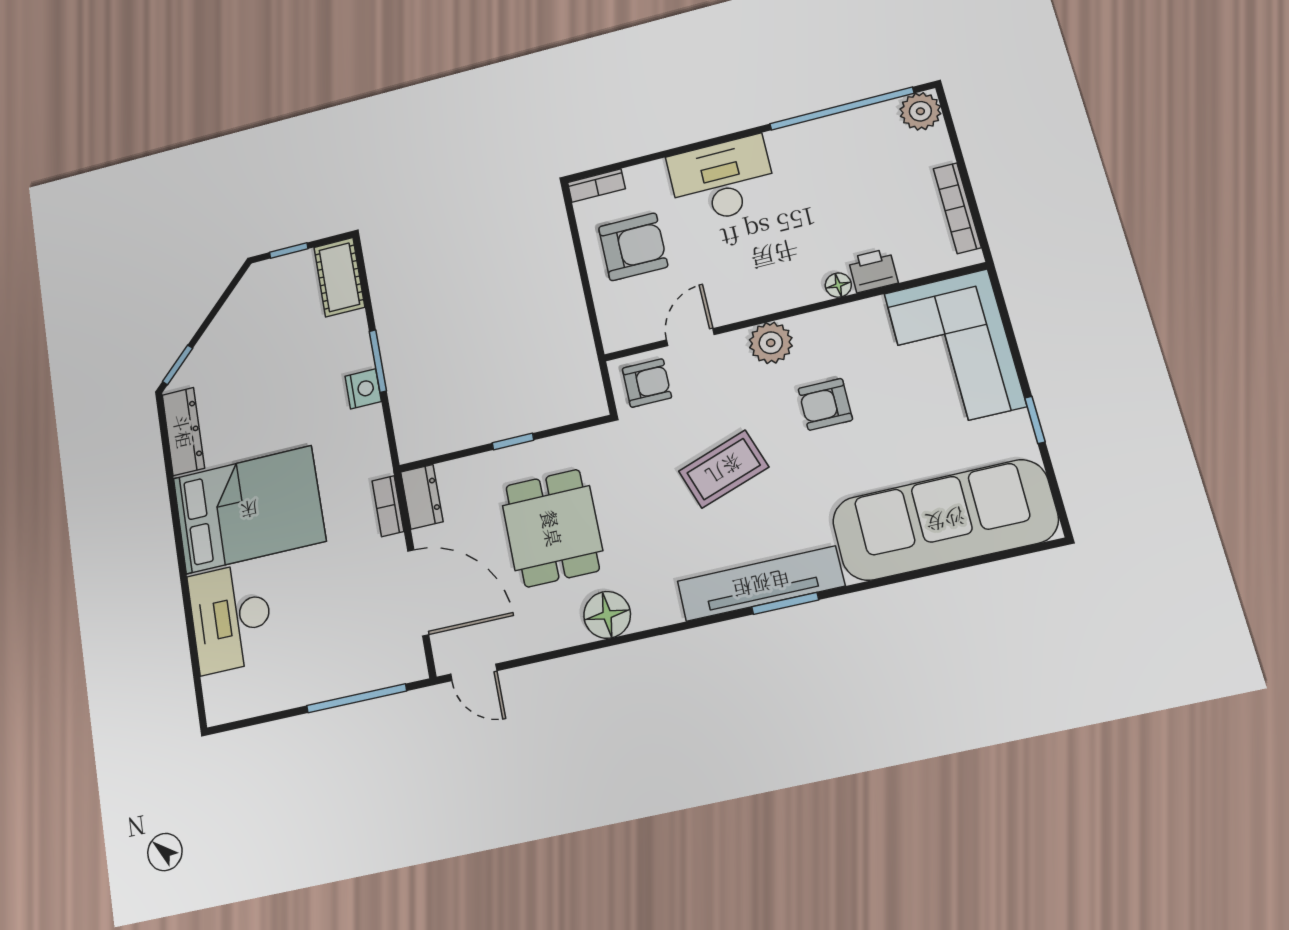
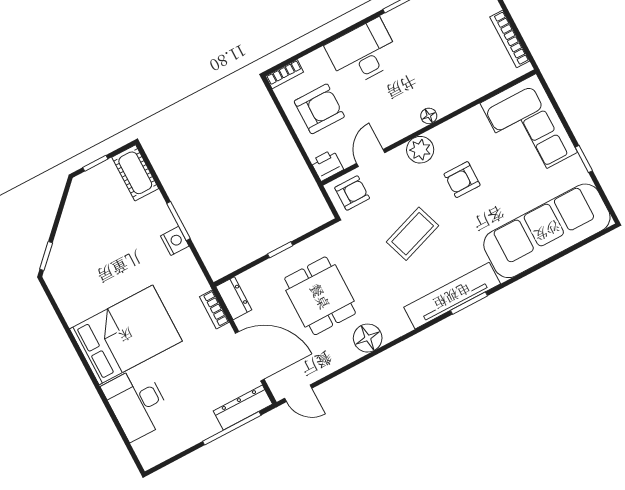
printer: (873, 270) -> (327, 165), moved
floor lamp: (838, 285) -> (429, 116), moved
dresser: (183, 431) -> (243, 408), moved, turned -90

